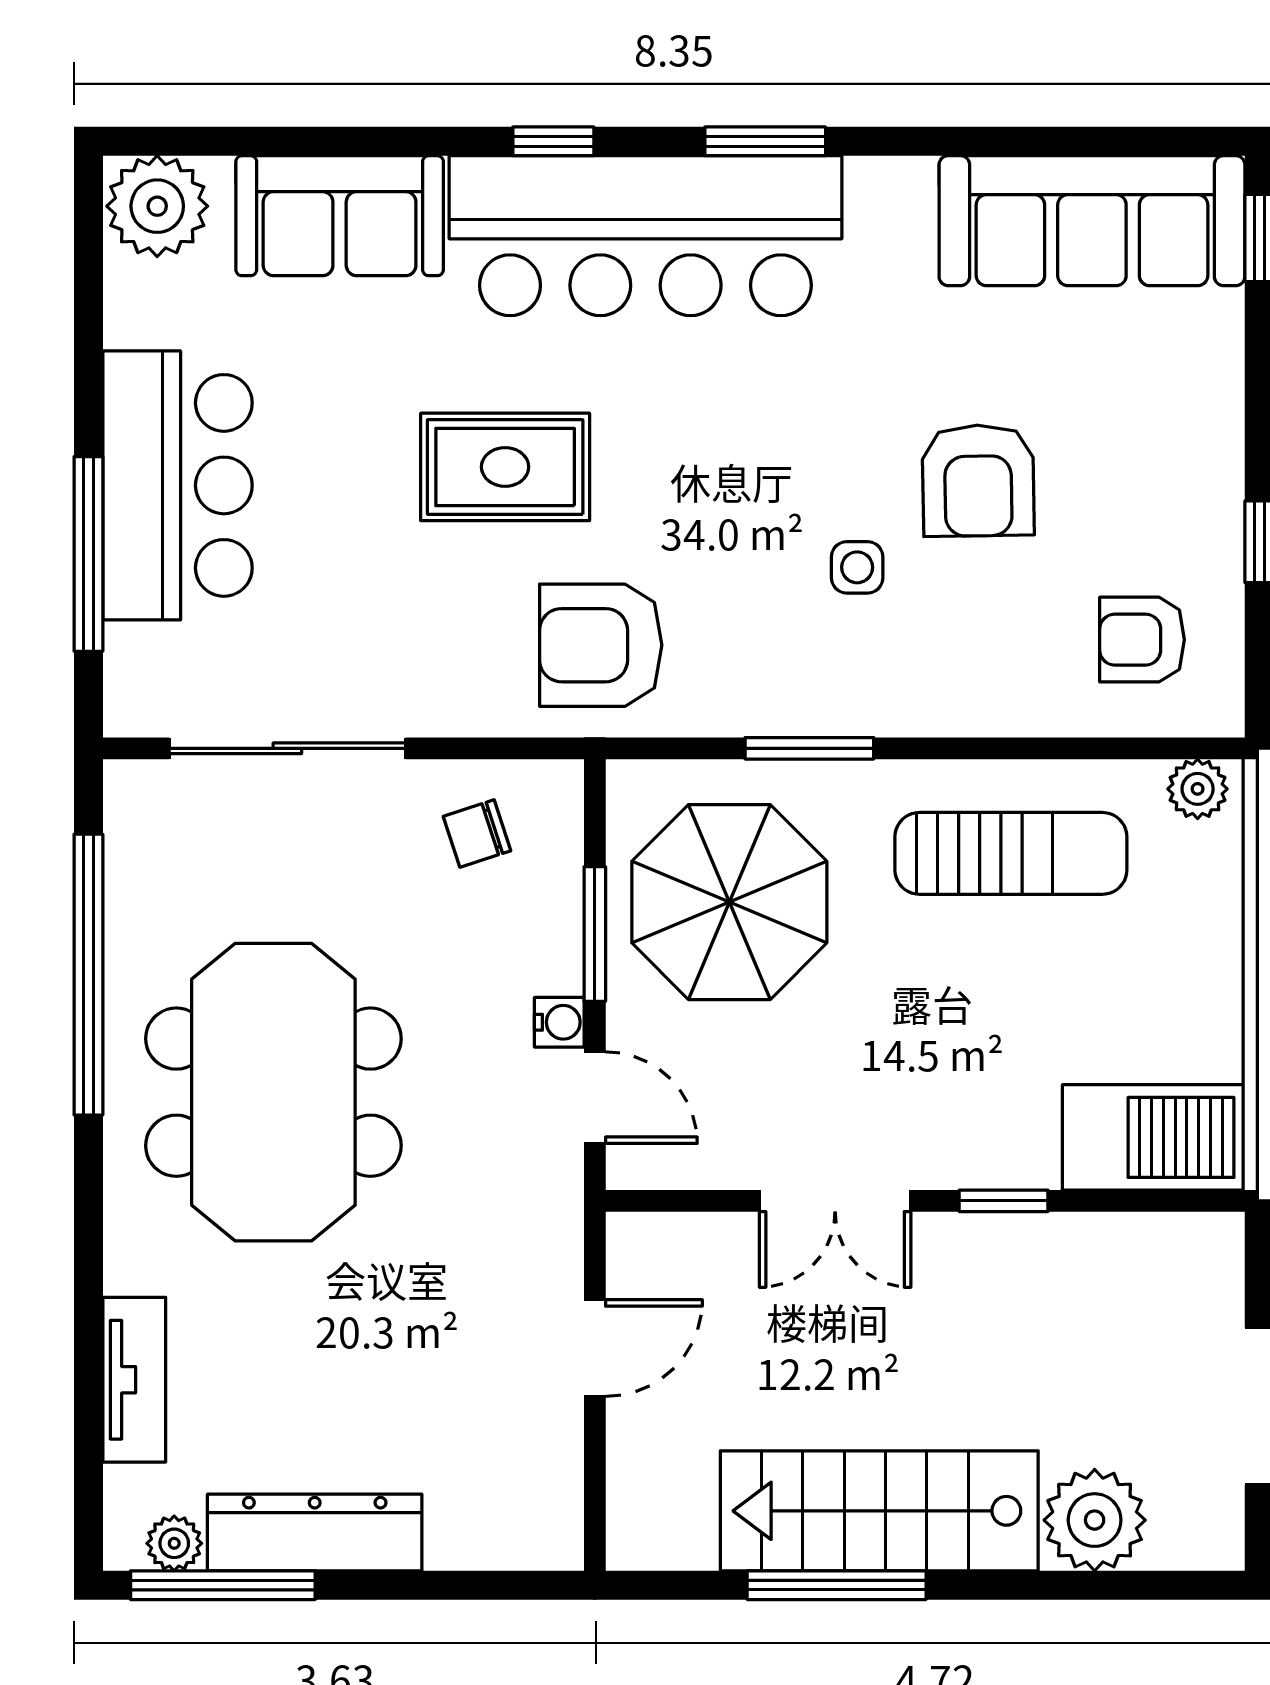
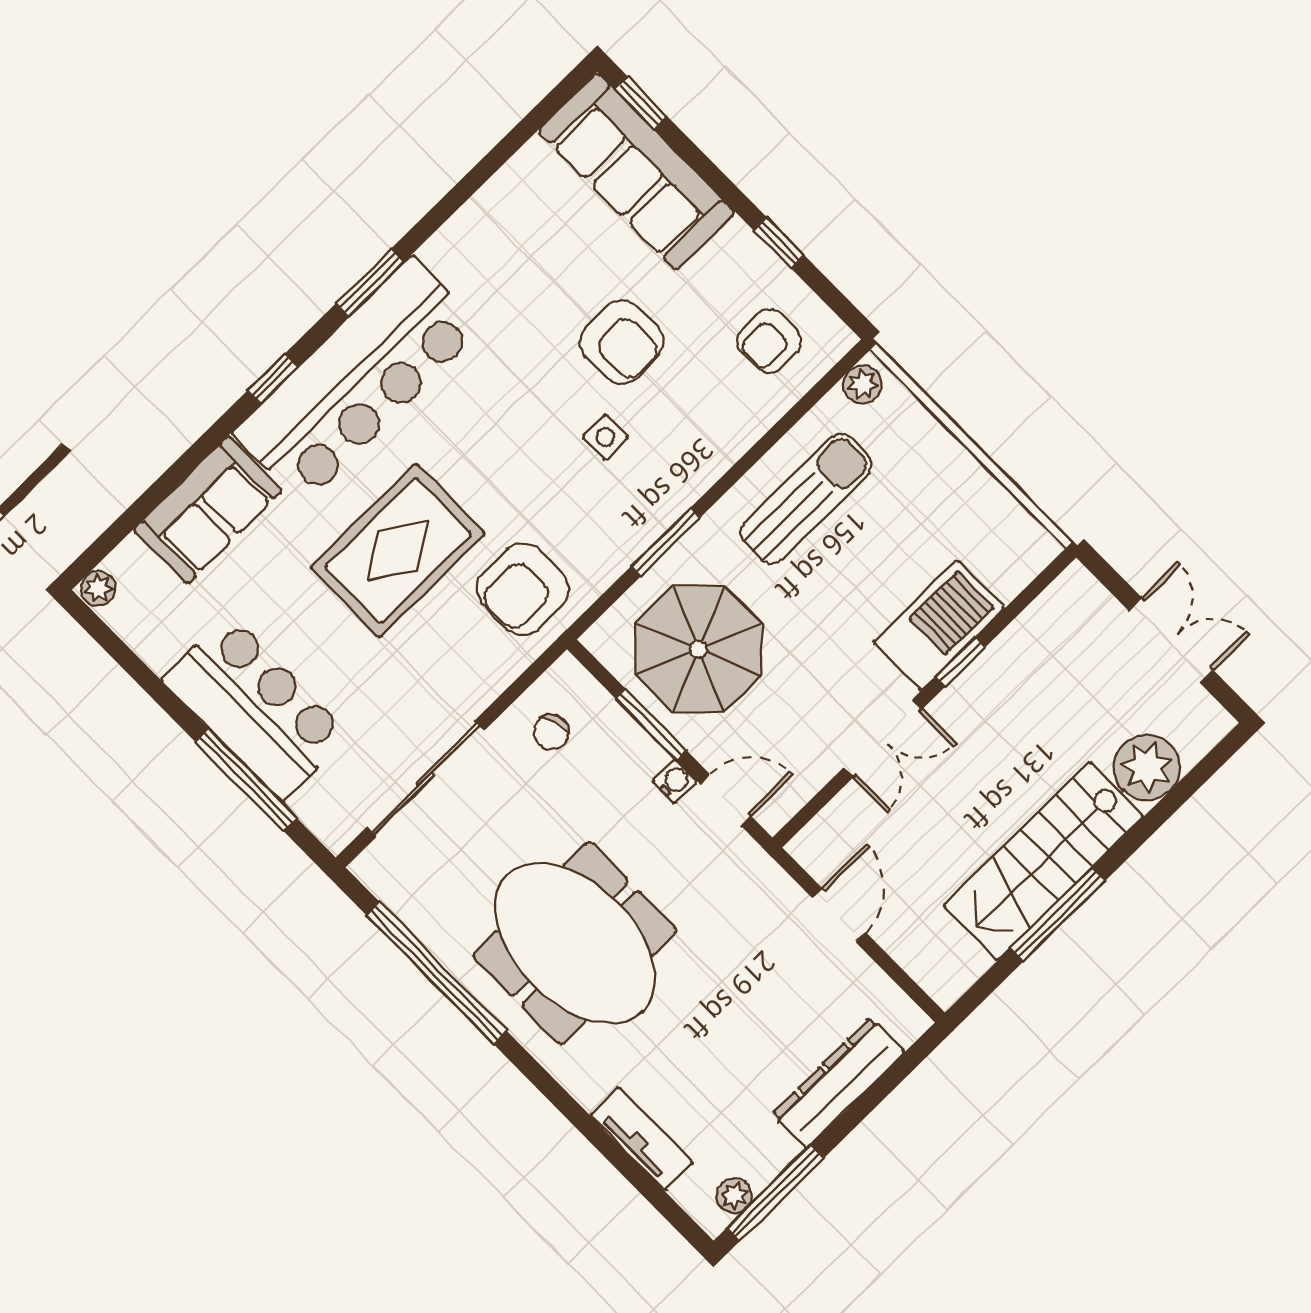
plant: (157, 206) -> (98, 588), width x0.53, depth x0.53
sofa: (1092, 221) -> (637, 172), moved, turned 90
rug: (505, 467) -> (398, 551), width x1.36, depth x1.43
barbecue: (1154, 1137) -> (939, 625), moved
dresser: (315, 1533) -> (838, 1083), moved

